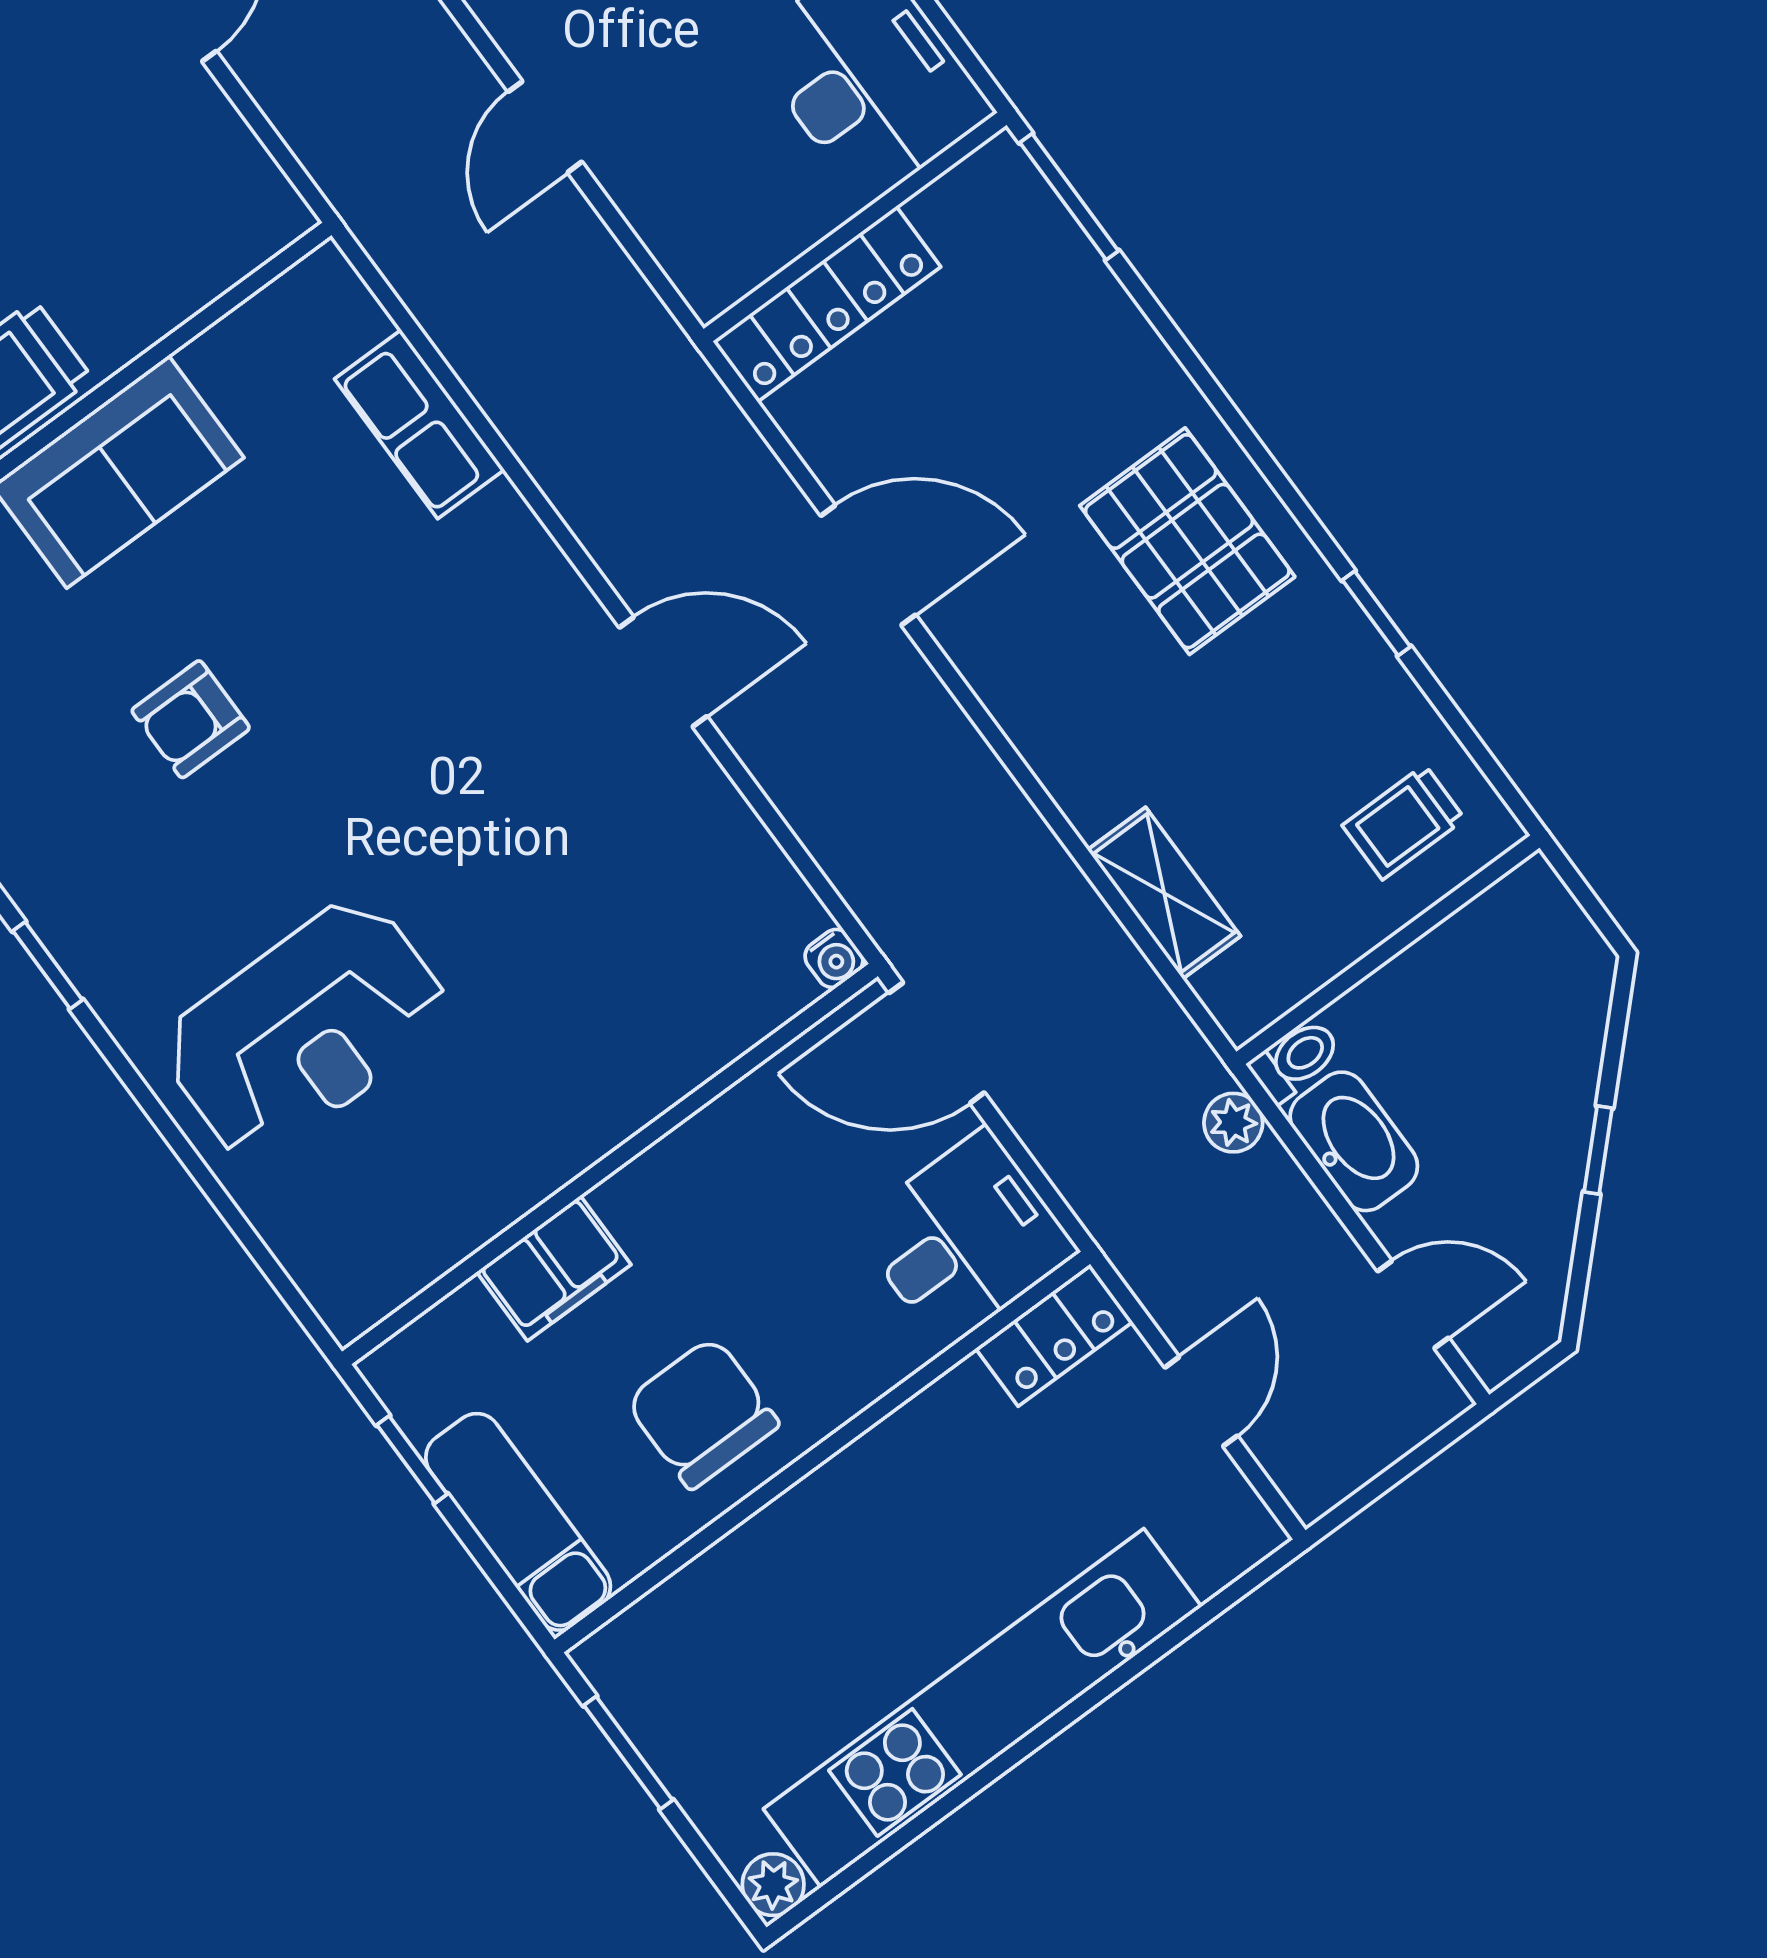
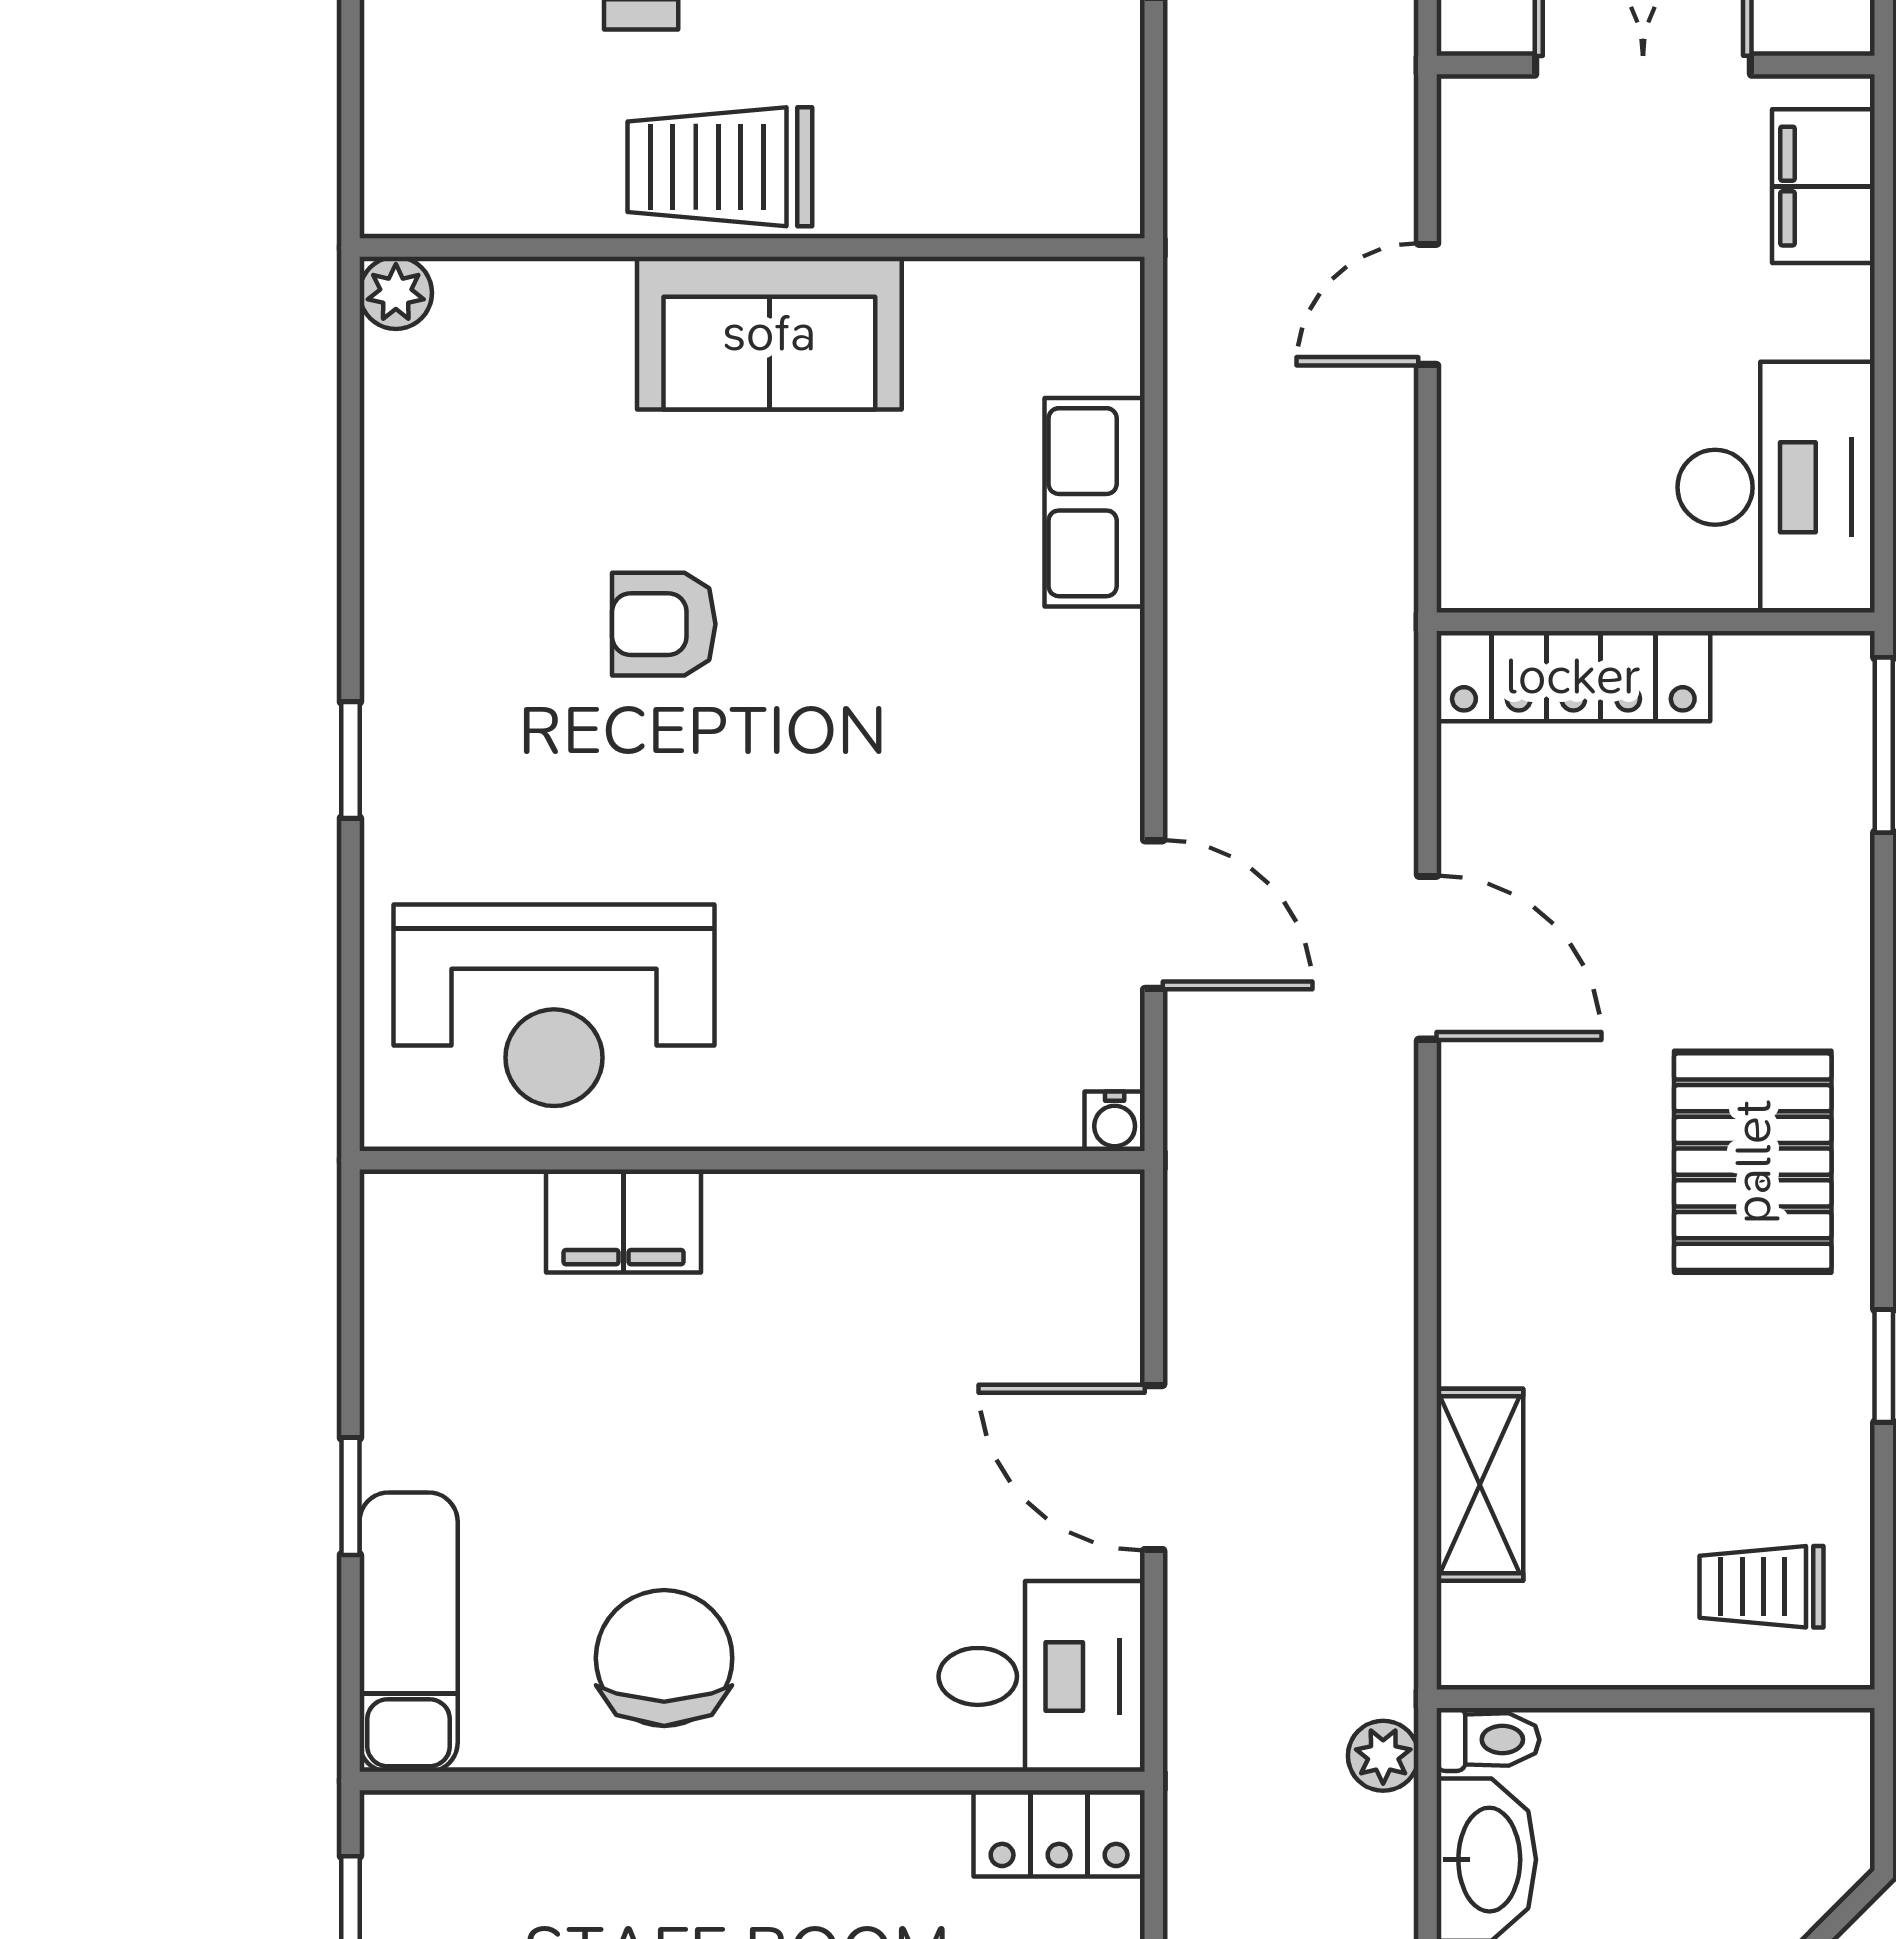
water cooler: (834, 958) -> (1115, 1121), moved
wall: (610, 1164) -> (752, 1160), moved
filing cabinet: (554, 1268) -> (624, 1221), moved

